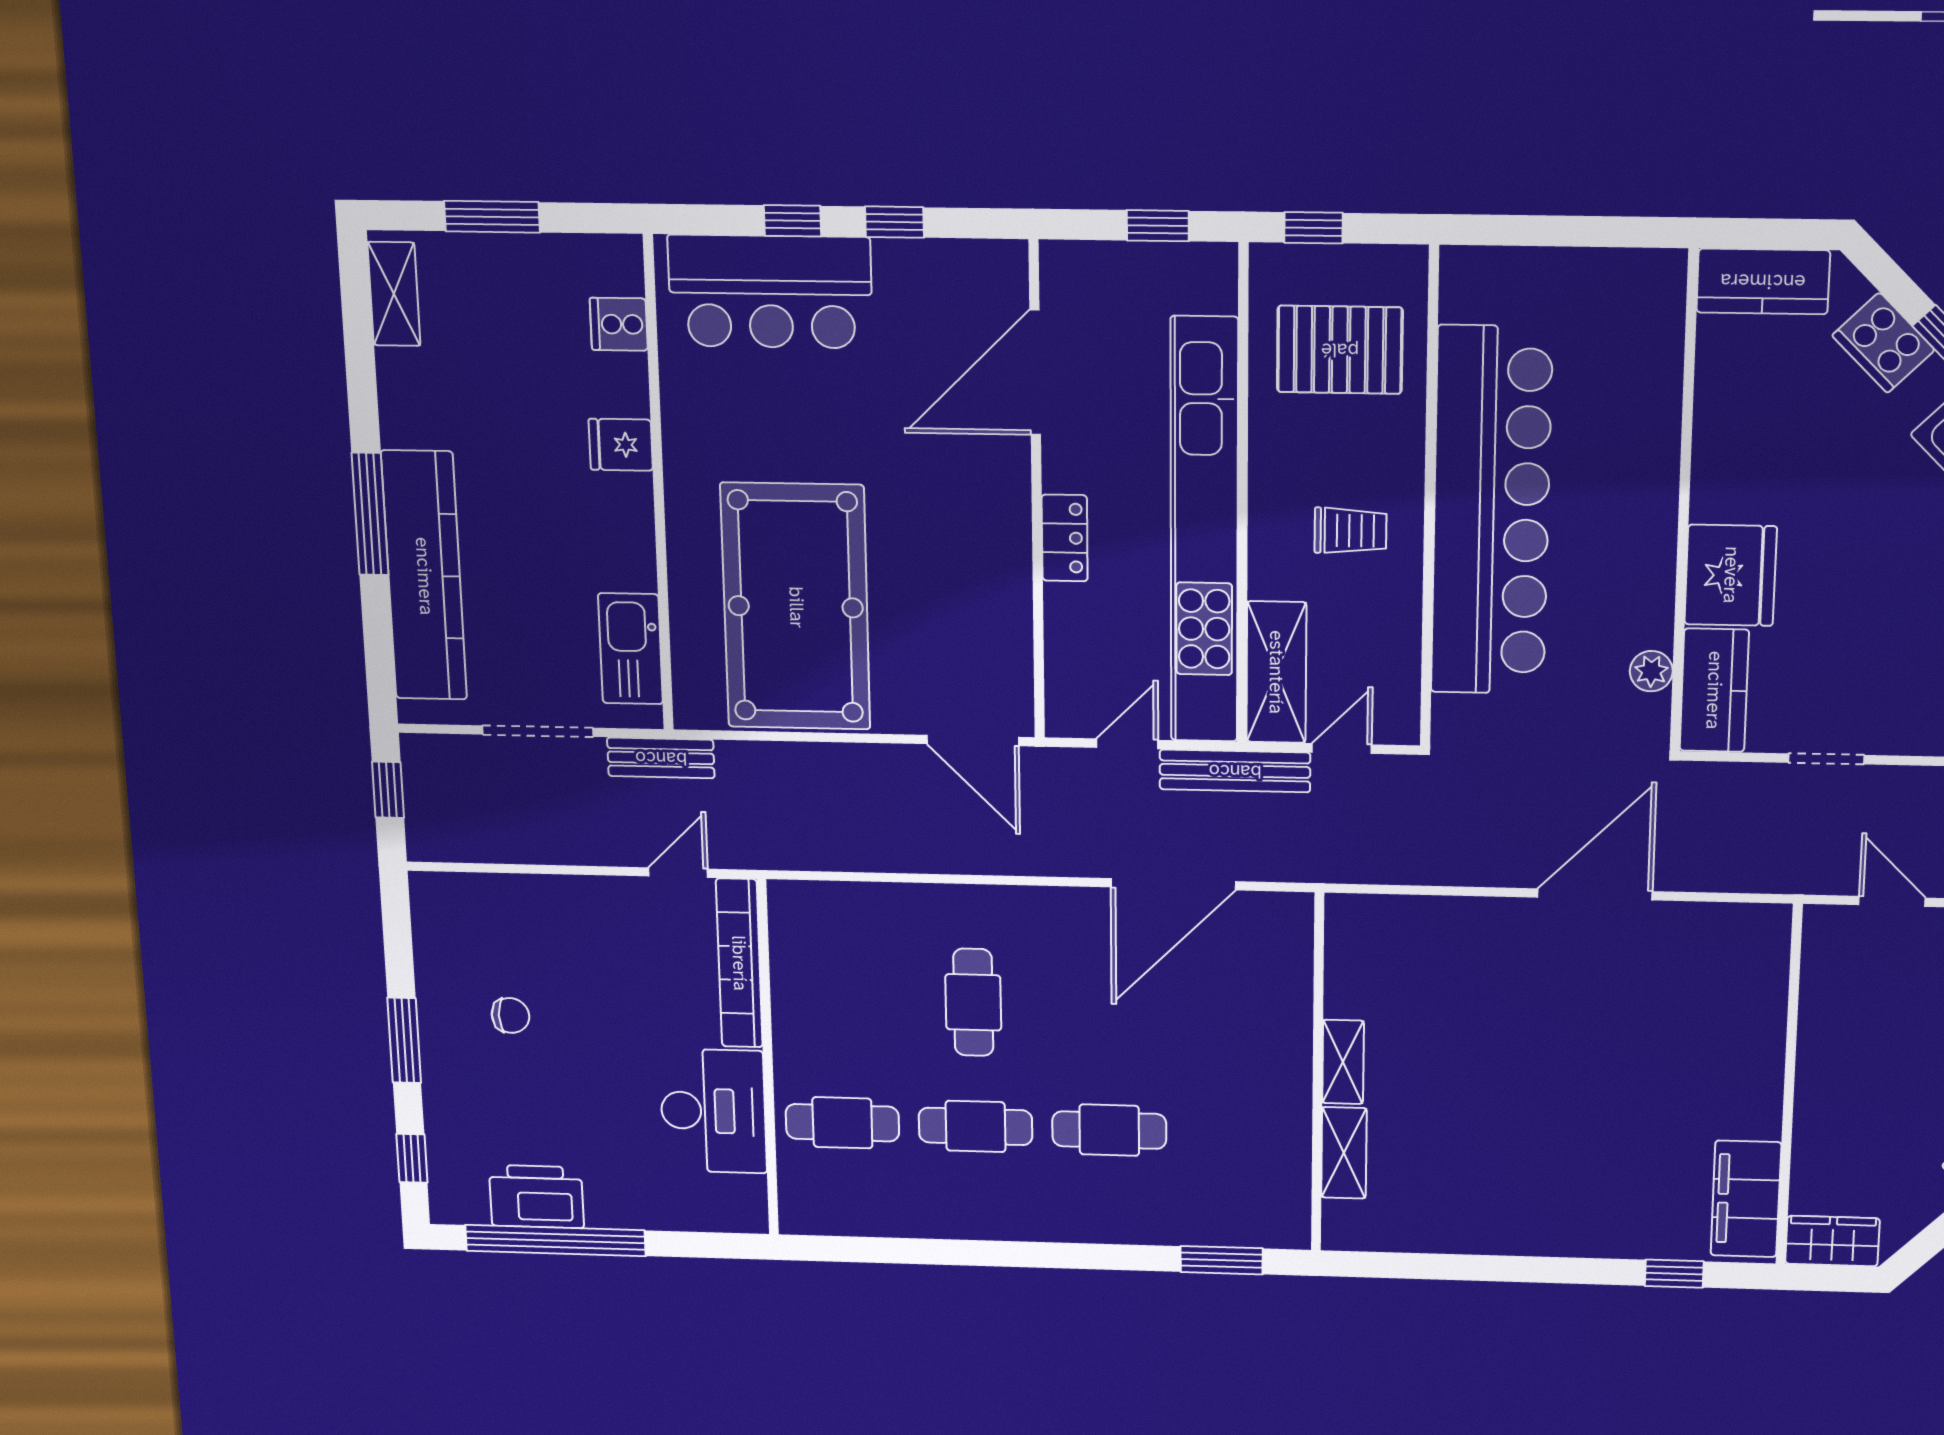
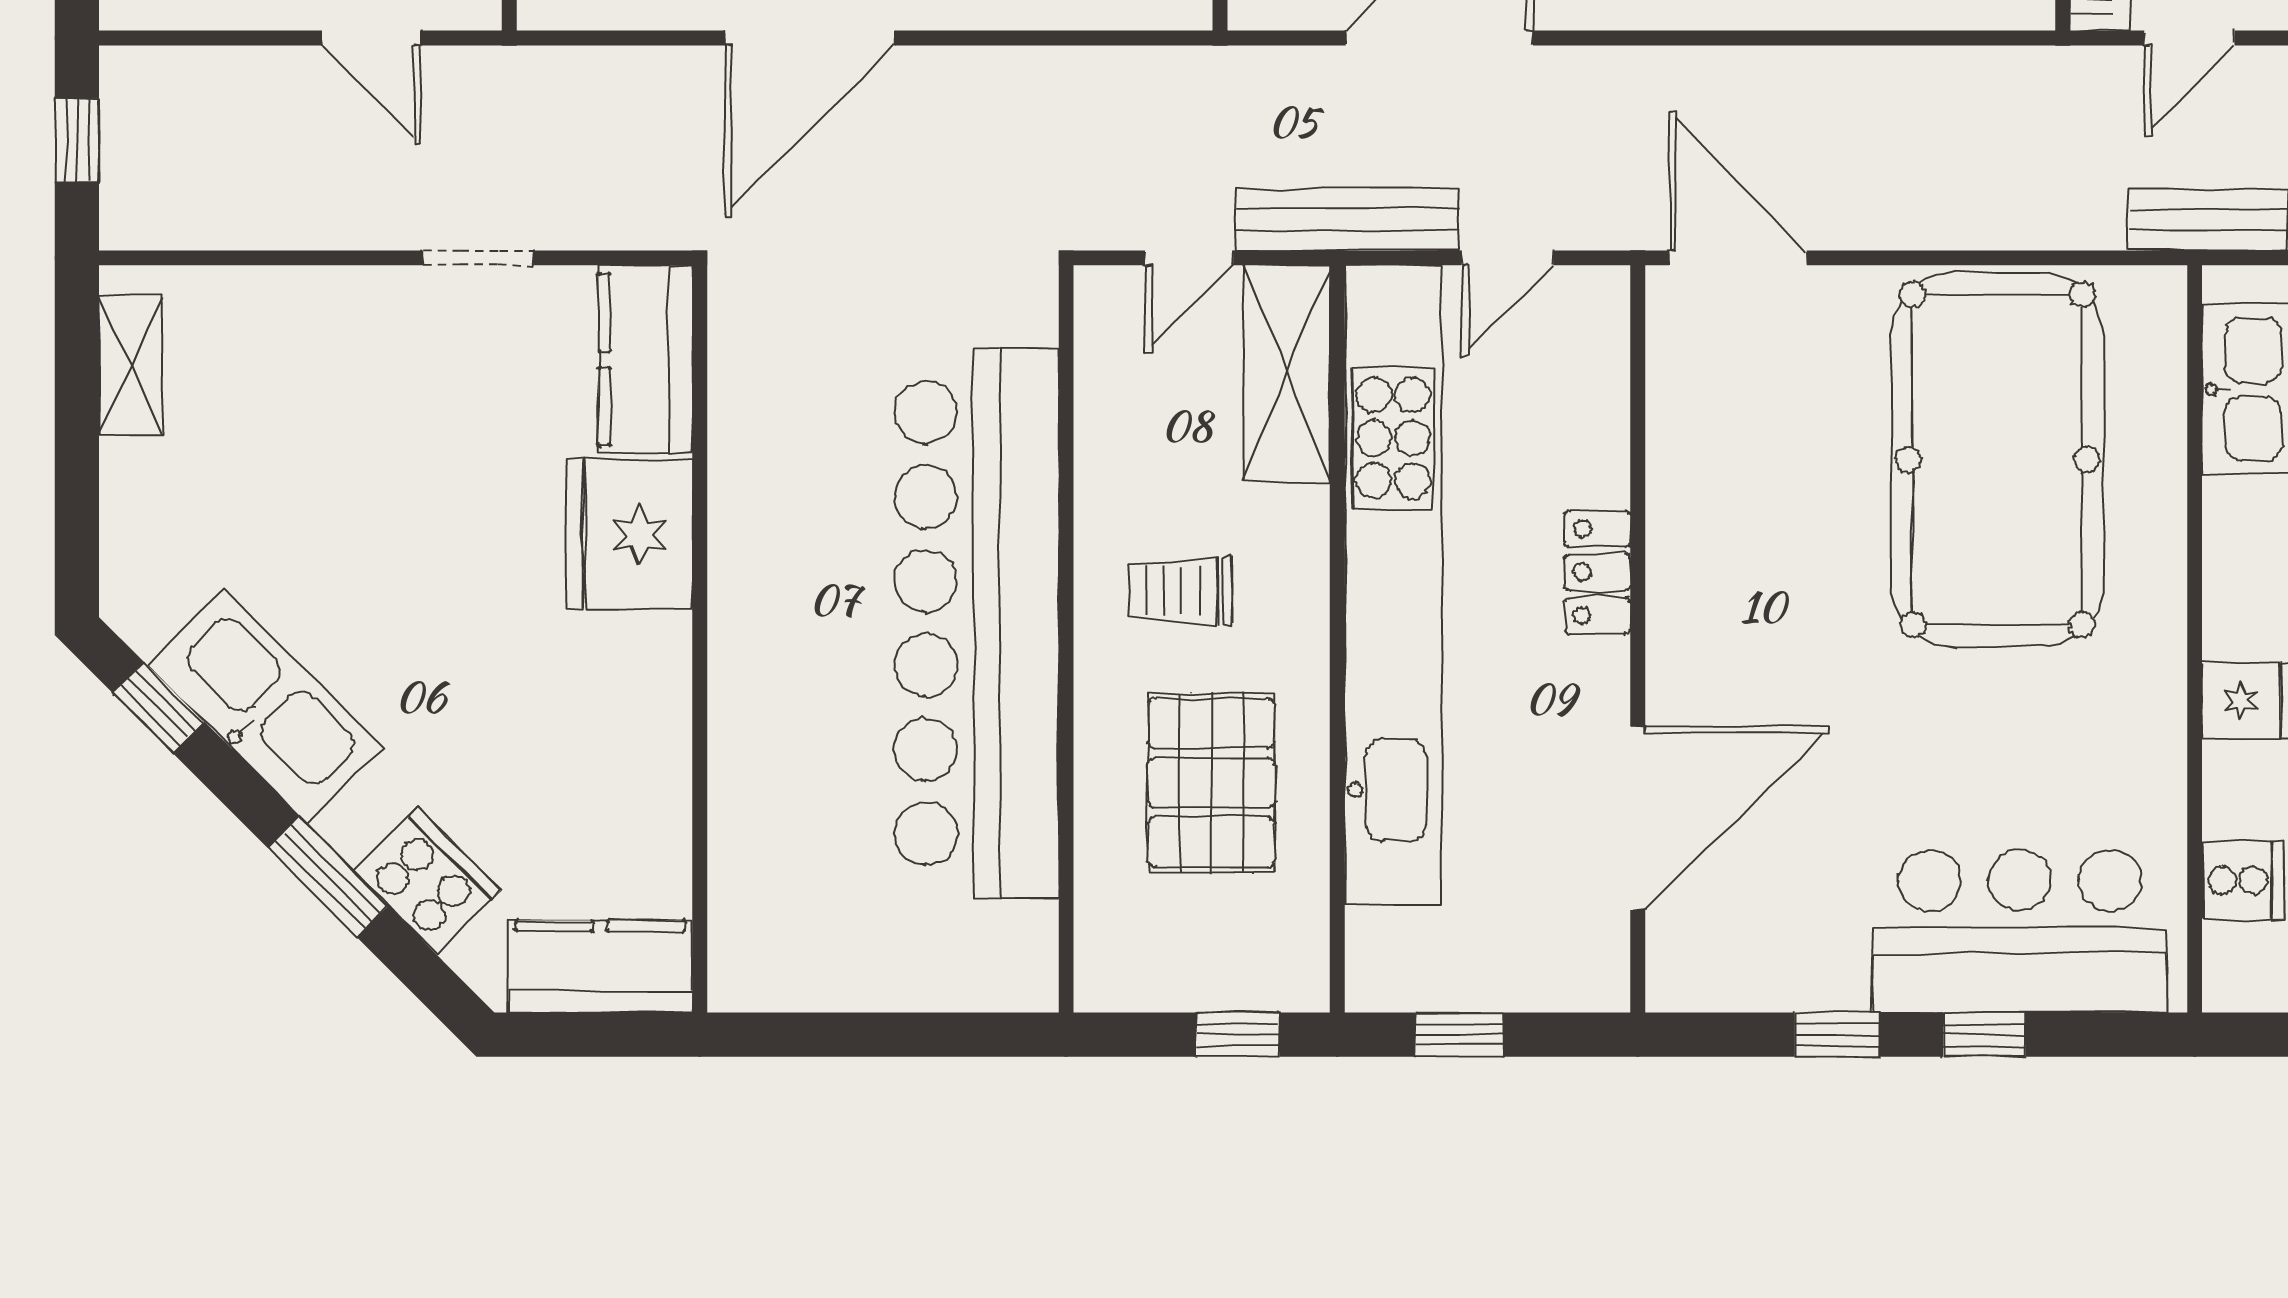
pallet: (1340, 350) -> (1211, 783), moved, turned 90
plant: (1651, 671) -> (738, 387), removed

